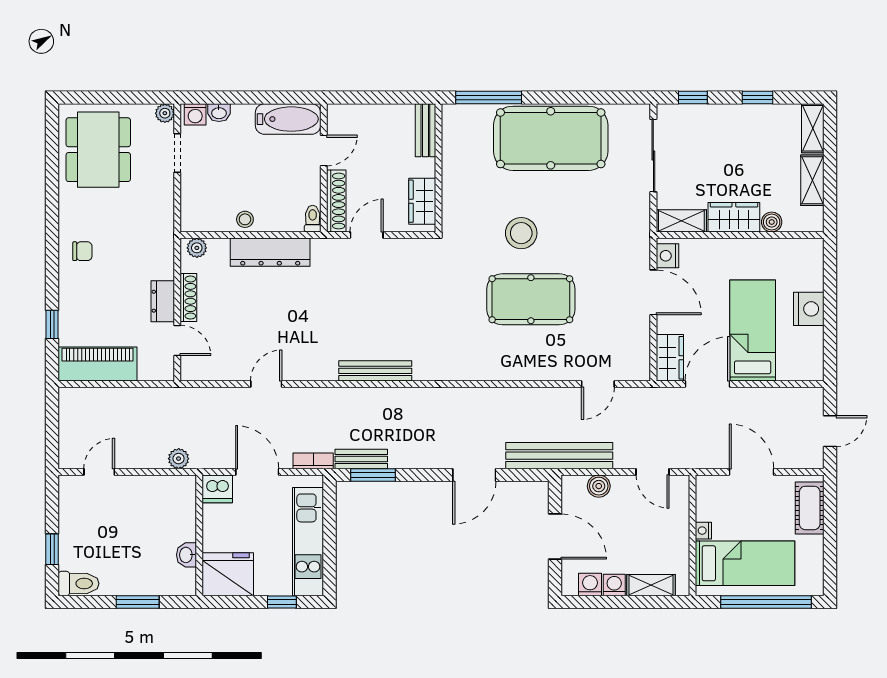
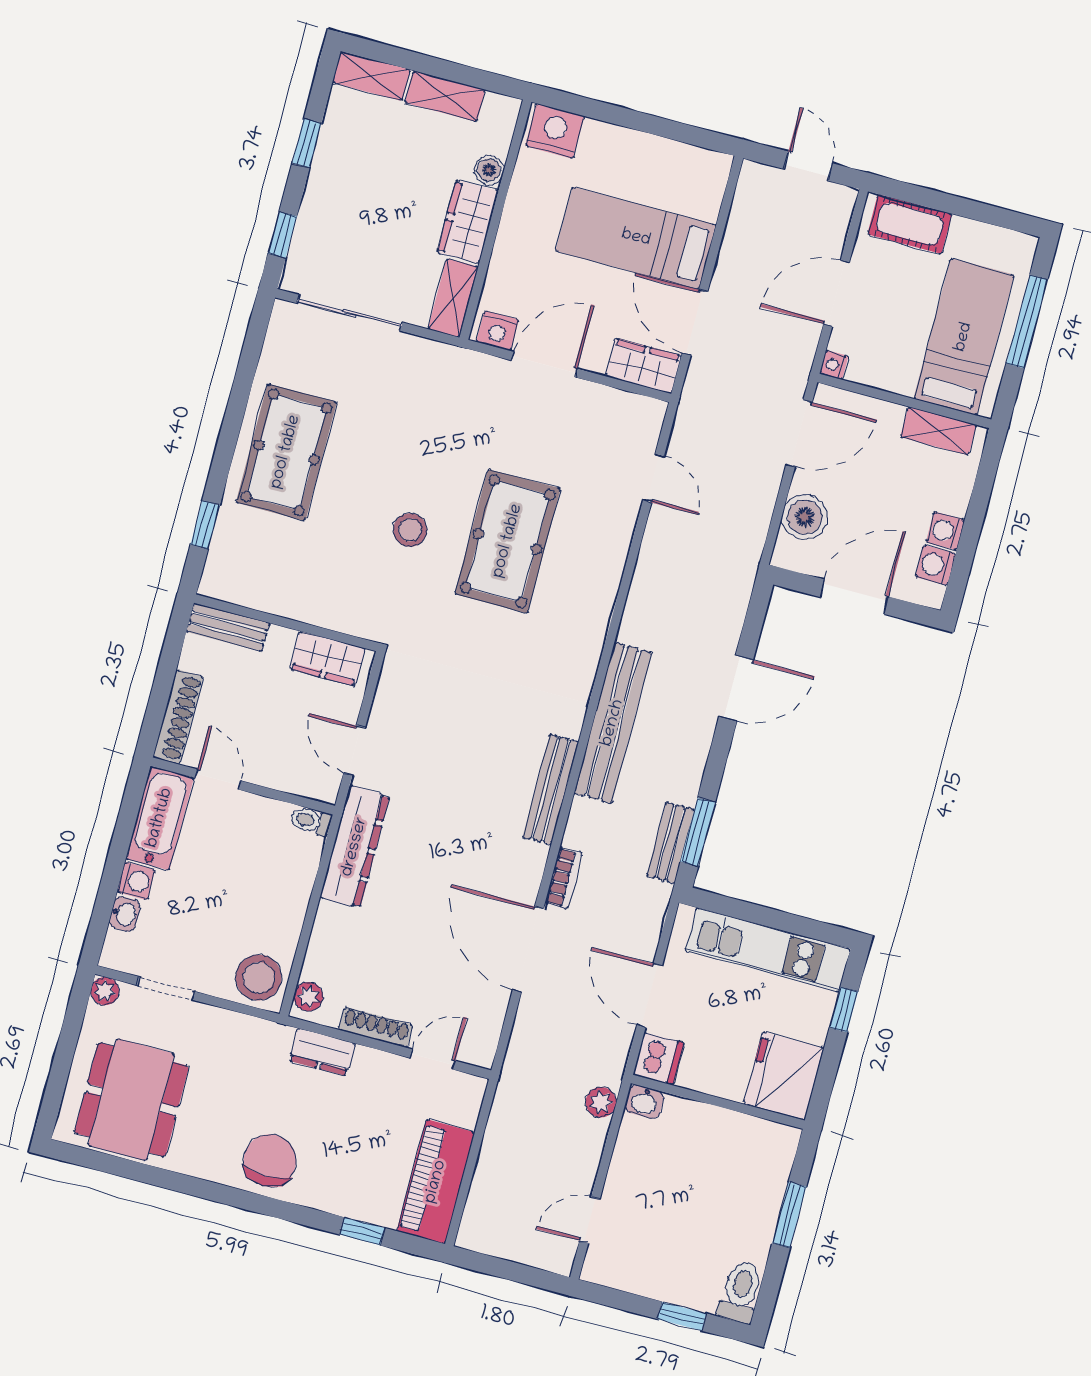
window: (489, 98) -> (205, 525), width x0.46
washing machine: (195, 114) -> (136, 881), moved
pool table: (551, 138) -> (286, 452), width x0.73, depth x0.76
dining table: (98, 150) -> (132, 1100), turned 90
shoe rack: (336, 201) -> (178, 717), moved, turned 90
stool: (245, 219) -> (259, 978), moved, width x1.89, depth x1.89
stool: (521, 233) -> (410, 530), width x0.73, depth x0.73
chair: (82, 251) -> (270, 1161), width x1.87, depth x1.87
dresser: (270, 252) -> (355, 847), moved
dresser: (163, 301) -> (322, 1052), moved
nightstand: (809, 309) -> (555, 131), moved
door: (266, 384) -> (528, 949), width x1.87
bench: (559, 456) -> (613, 723), moved
bookcase: (313, 461) -> (564, 878), moved, turned 180
door: (99, 472) -> (590, 1220), hinge flipped
door: (257, 472) -> (649, 996), hinge flipped
door: (653, 472) -> (799, 434), width x1.38
door: (474, 475) -> (736, 688), hinge flipped
boiler: (599, 486) -> (805, 517), width x1.36, depth x1.36
nightstand: (703, 531) -> (834, 365), moved, turned 90
washbasin: (186, 555) -> (644, 1102), moved
shelving: (651, 585) -> (938, 431), moved, turned 90
window: (766, 602) -> (1027, 322), width x0.68

